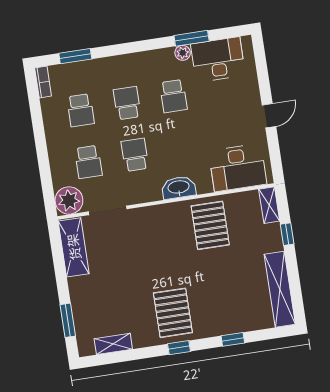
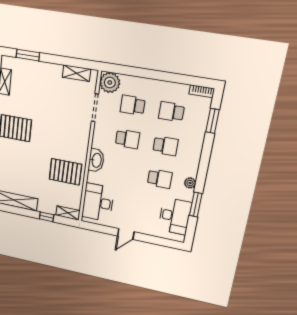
plant: (183, 53) -> (190, 183), moved
school desk: (173, 96) -> (160, 179), turned 180
door: (269, 116) -> (126, 234), hinge flipped
shelving: (74, 247) -> (76, 73), width x0.67, depth x0.75

